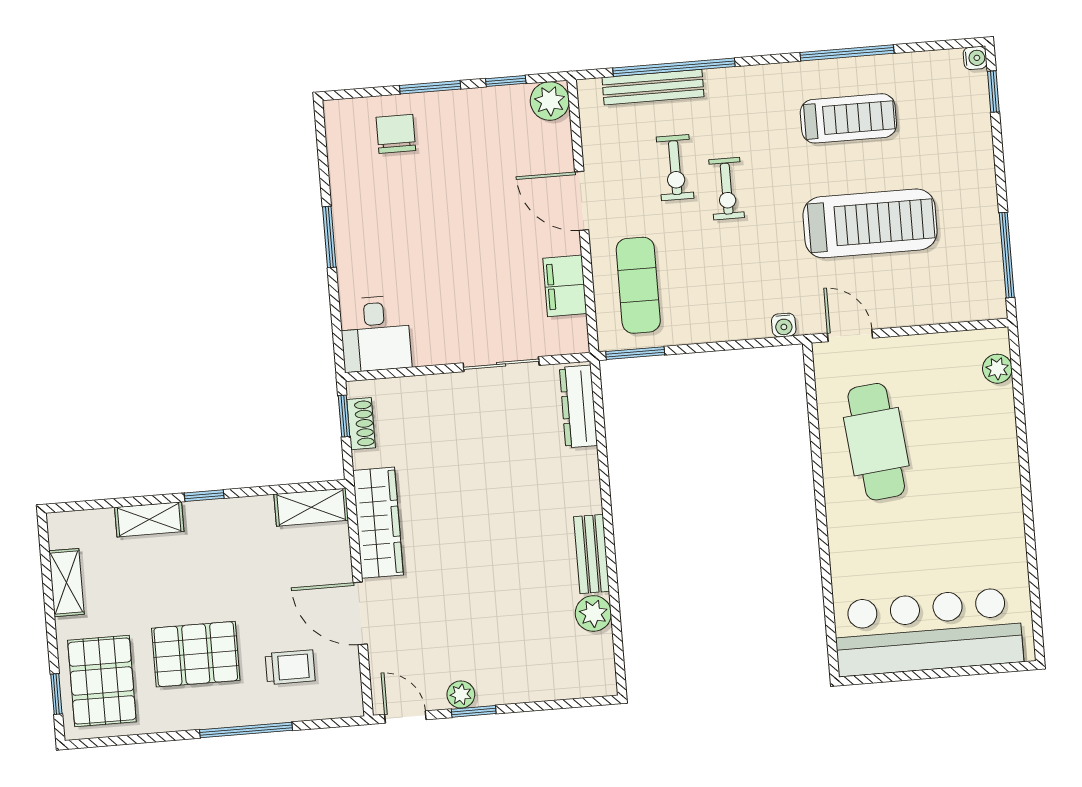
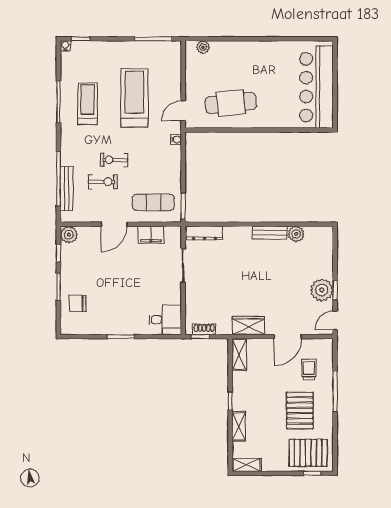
exercise bike: (727, 189) -> (114, 160), turned 180
wardrobe: (378, 523) -> (248, 326), width x0.67
shelving: (66, 583) -> (247, 465), moved
plant: (461, 694) -> (322, 290), width x1.88, depth x1.88

